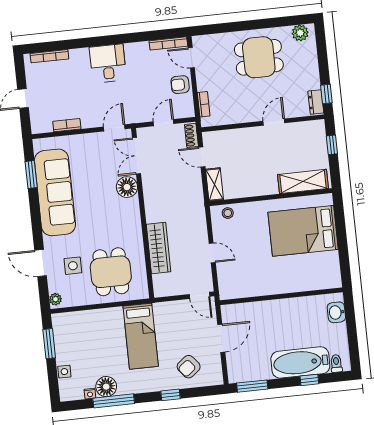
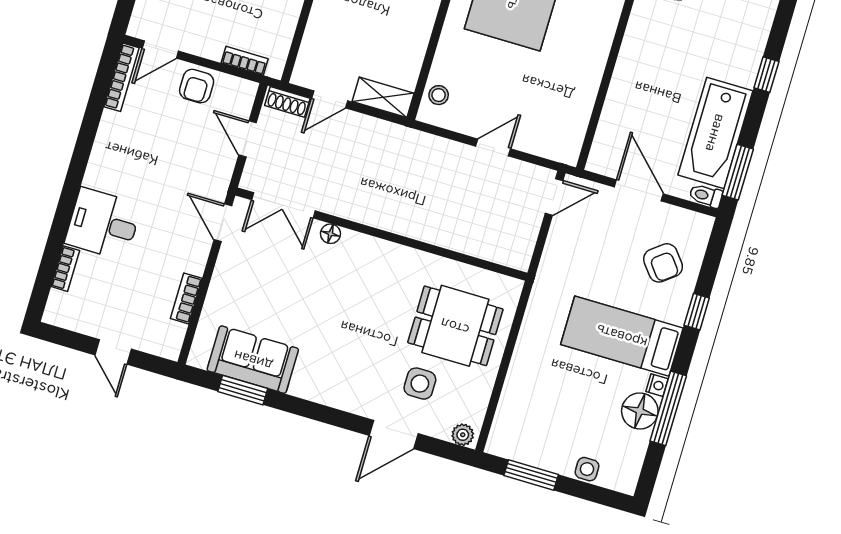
bookcase: (49, 56) -> (65, 269), width x0.64
desk: (108, 63) -> (103, 224), moved
floor lamp: (127, 187) -> (330, 234), width x0.53, depth x0.53
sofa: (55, 192) -> (253, 360), width x0.54, depth x0.79
wardrobe: (159, 248) -> (449, 232), removed
bed: (141, 336) -> (622, 336), moved, turned 180
bathtub: (300, 362) -> (715, 133), moved
toilet: (336, 363) -> (706, 196), moved
nightstand: (90, 394) -> (657, 385), moved

